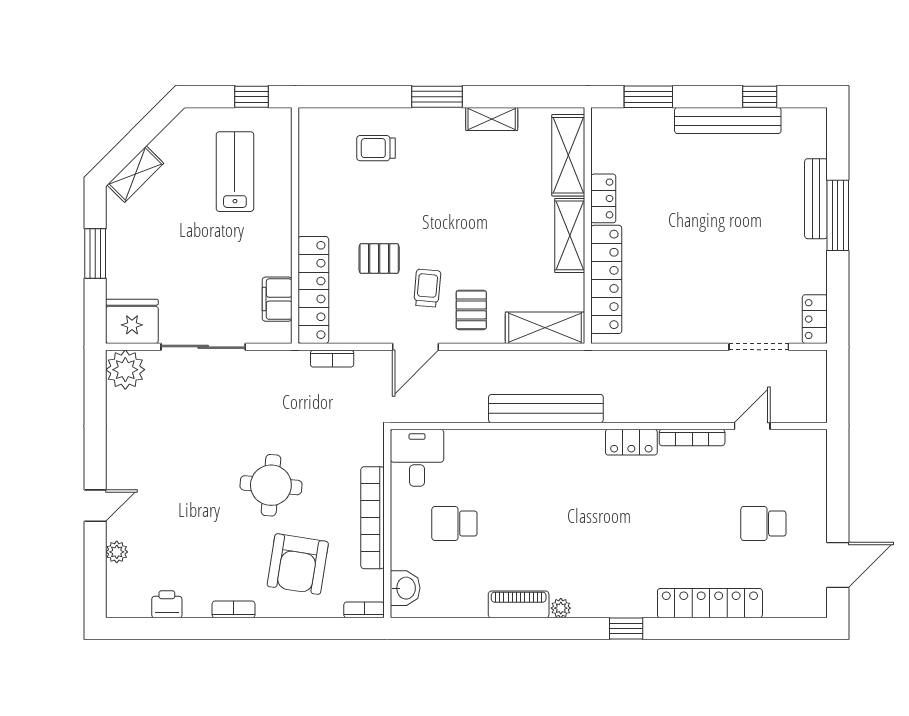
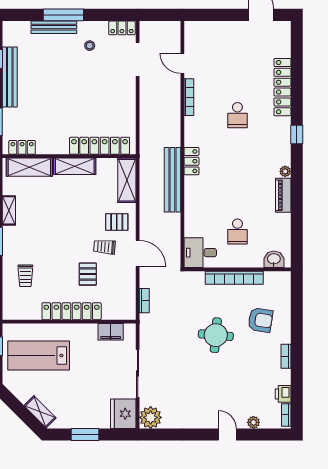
lab bench: (235, 172) -> (39, 355), width x1.36, depth x1.39
locker: (603, 198) -> (22, 147), moved
stool: (784, 262) -> (90, 46), added
locker: (313, 290) -> (72, 311), moved
locker: (631, 442) -> (191, 161), moved
school desk: (763, 524) -> (237, 115), moved
armchair: (298, 564) -> (260, 320), width x0.73, depth x0.73
bookcase: (364, 610) -> (286, 415), moved

